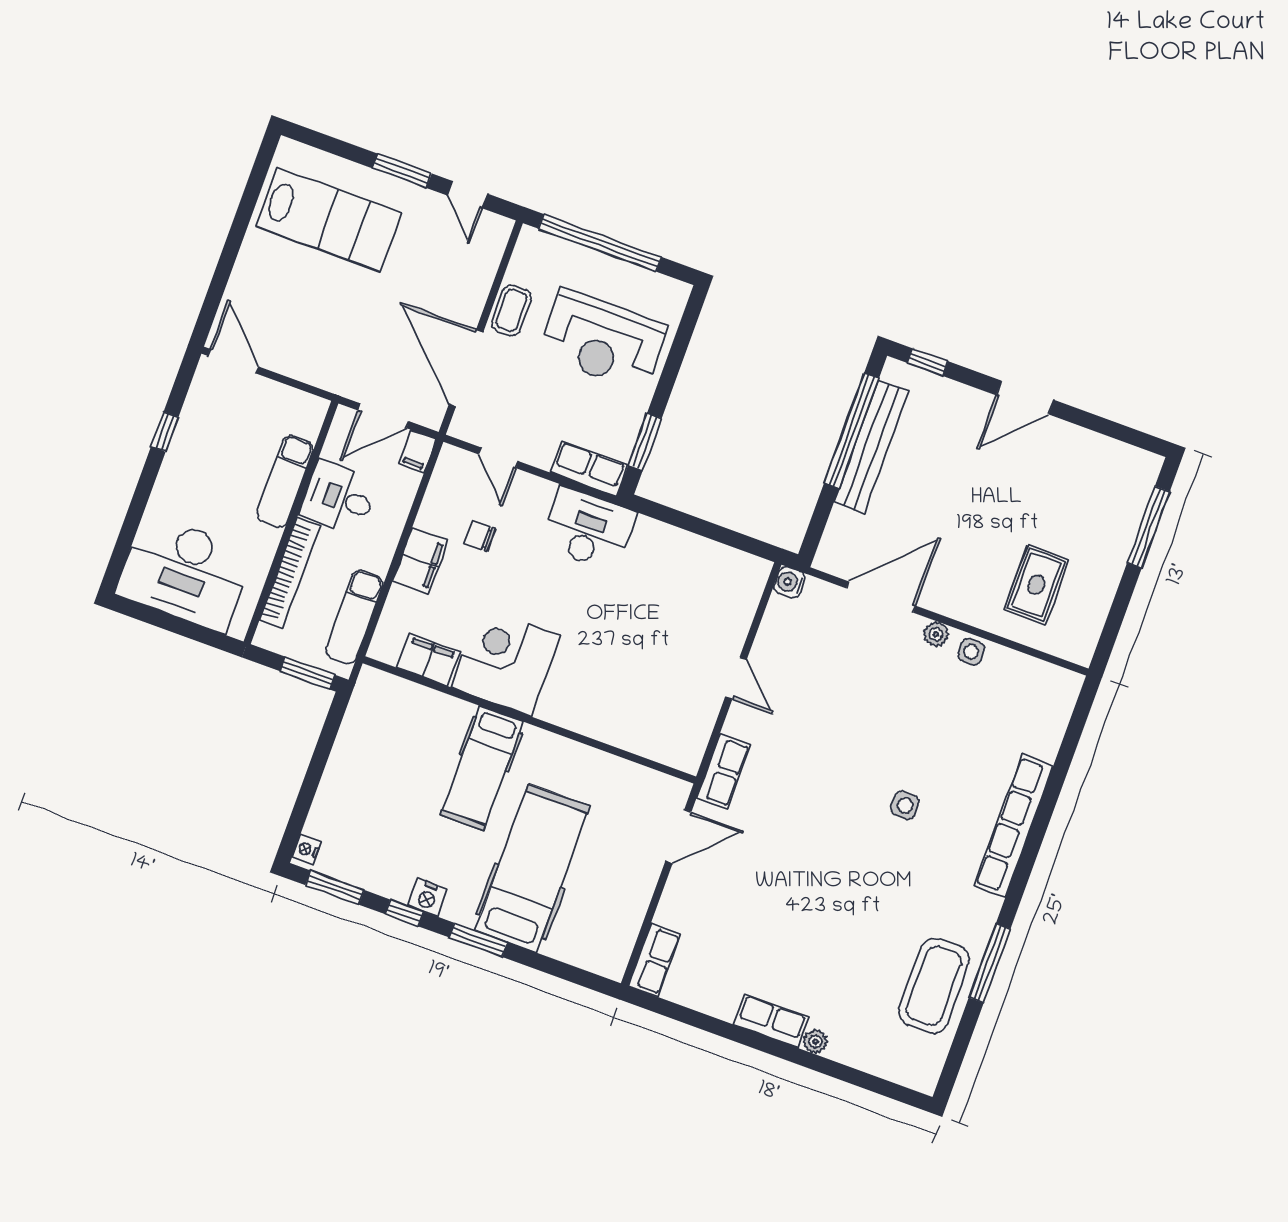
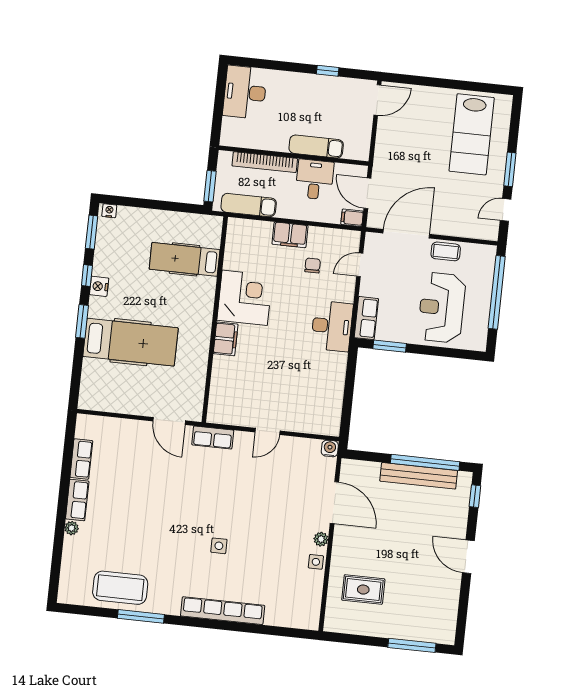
desk: (185, 573) -> (245, 92), width x0.73, depth x0.77
filing cabinet: (429, 660) -> (226, 339), moved
hospital bed: (482, 768) -> (185, 259), moved
row of seats: (654, 960) -> (81, 459), moved, turned -90

